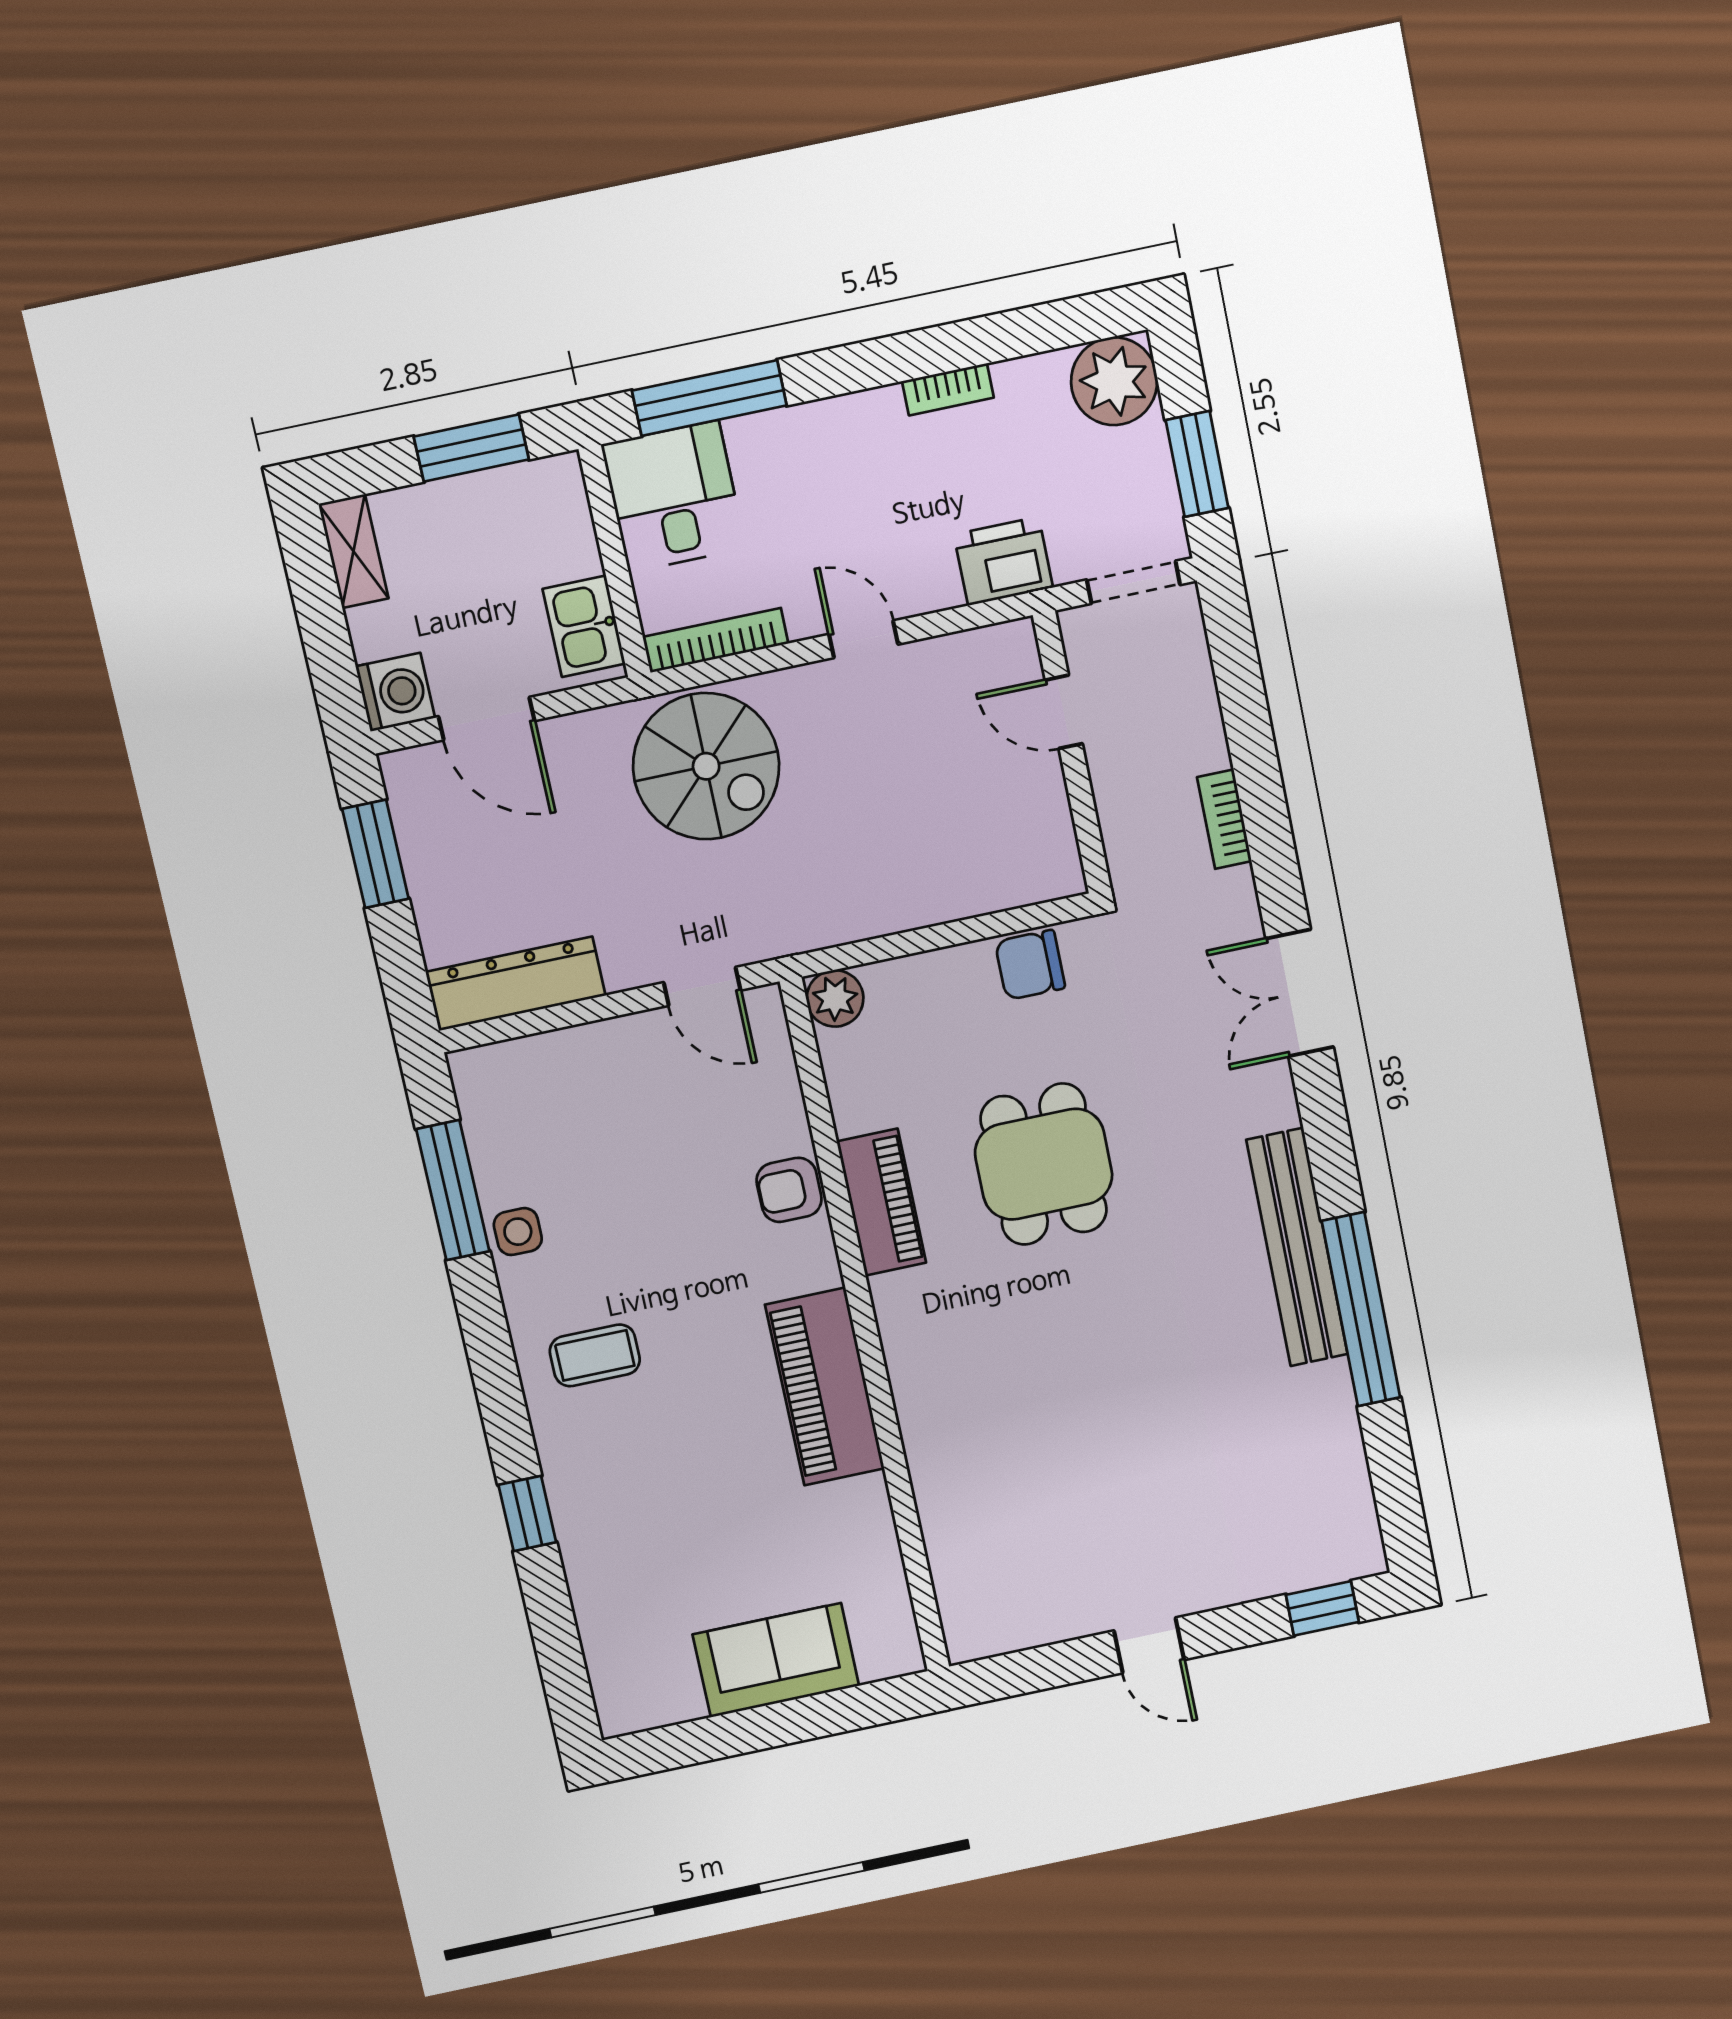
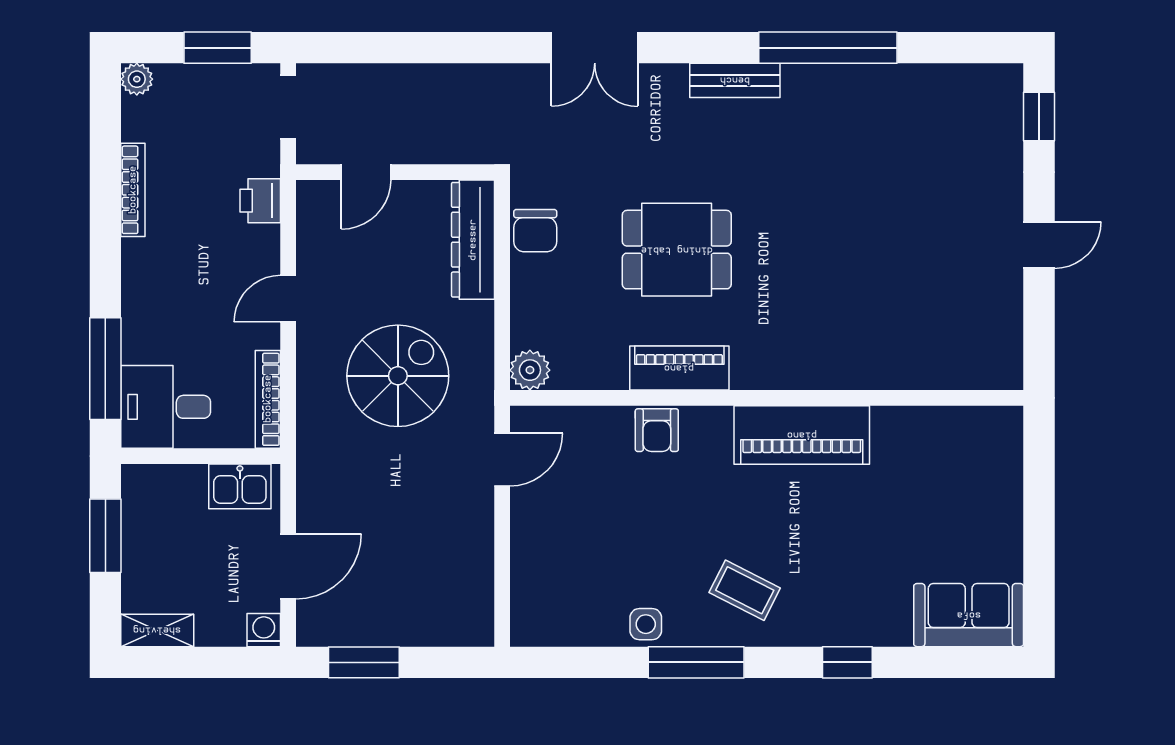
plant: (1114, 381) -> (137, 79), width x0.53, depth x0.53
bookcase: (948, 389) -> (133, 190), width x1.56
printer: (1003, 561) -> (260, 201), width x0.73, depth x0.81
washing machine: (395, 692) -> (264, 630), width x0.73, depth x0.73
spiral stairs: (706, 766) -> (398, 376), moved
bookcase: (1224, 819) -> (463, 76), removed
dresser: (516, 984) -> (473, 240), moved
window: (453, 1190) -> (696, 662), moved
bench: (1297, 1247) -> (735, 80), width x0.54, depth x0.82
coffee table: (595, 1355) -> (745, 590), turned -63
sofa: (776, 1660) -> (969, 615), moved, turned 90

